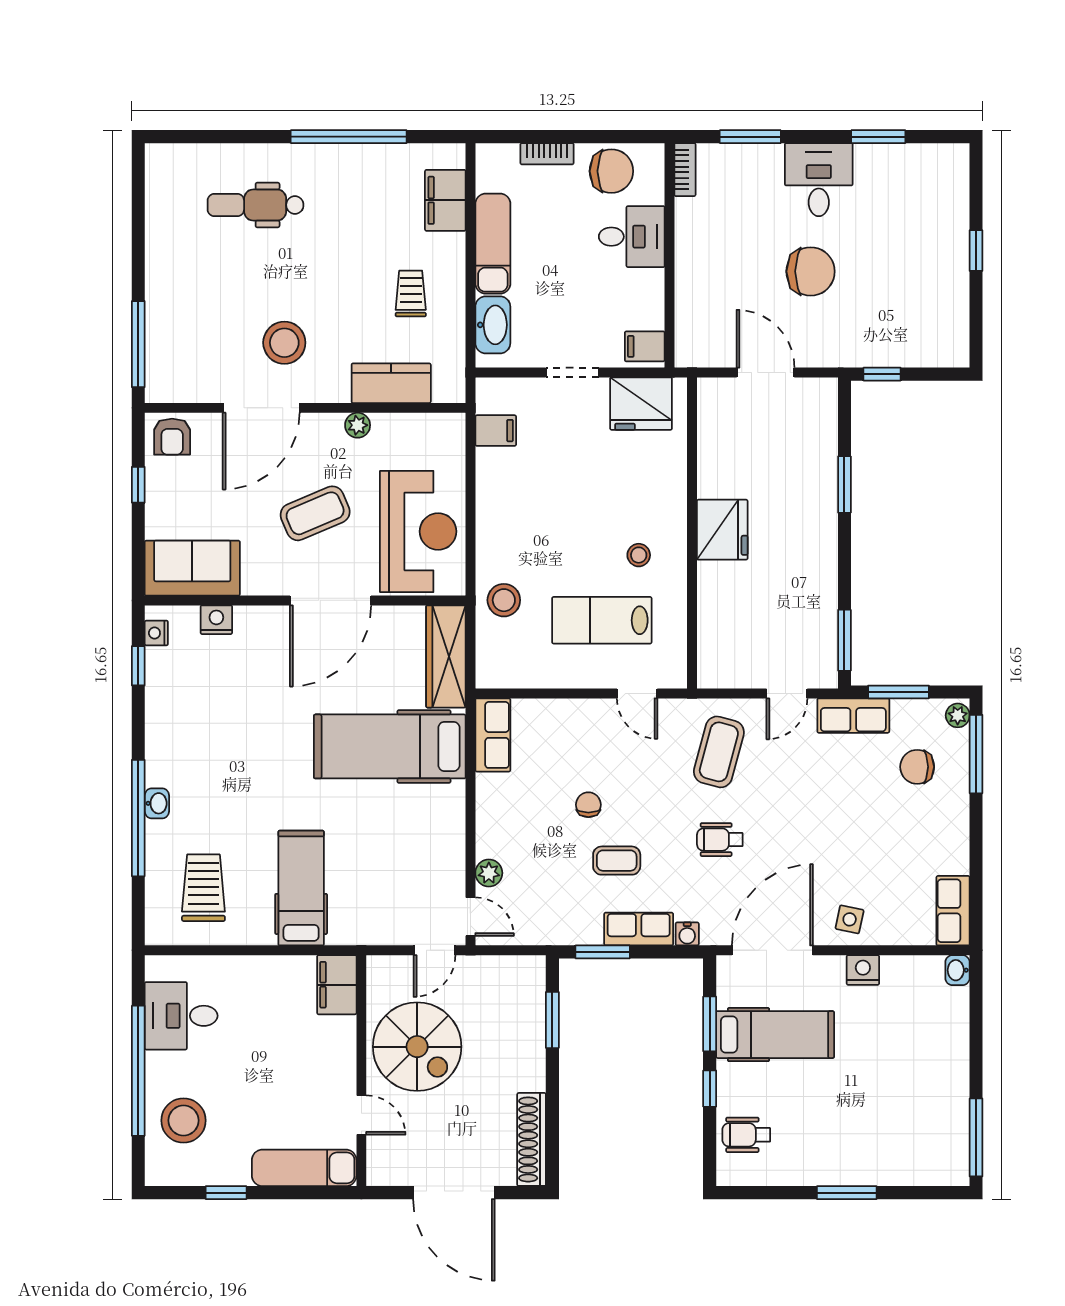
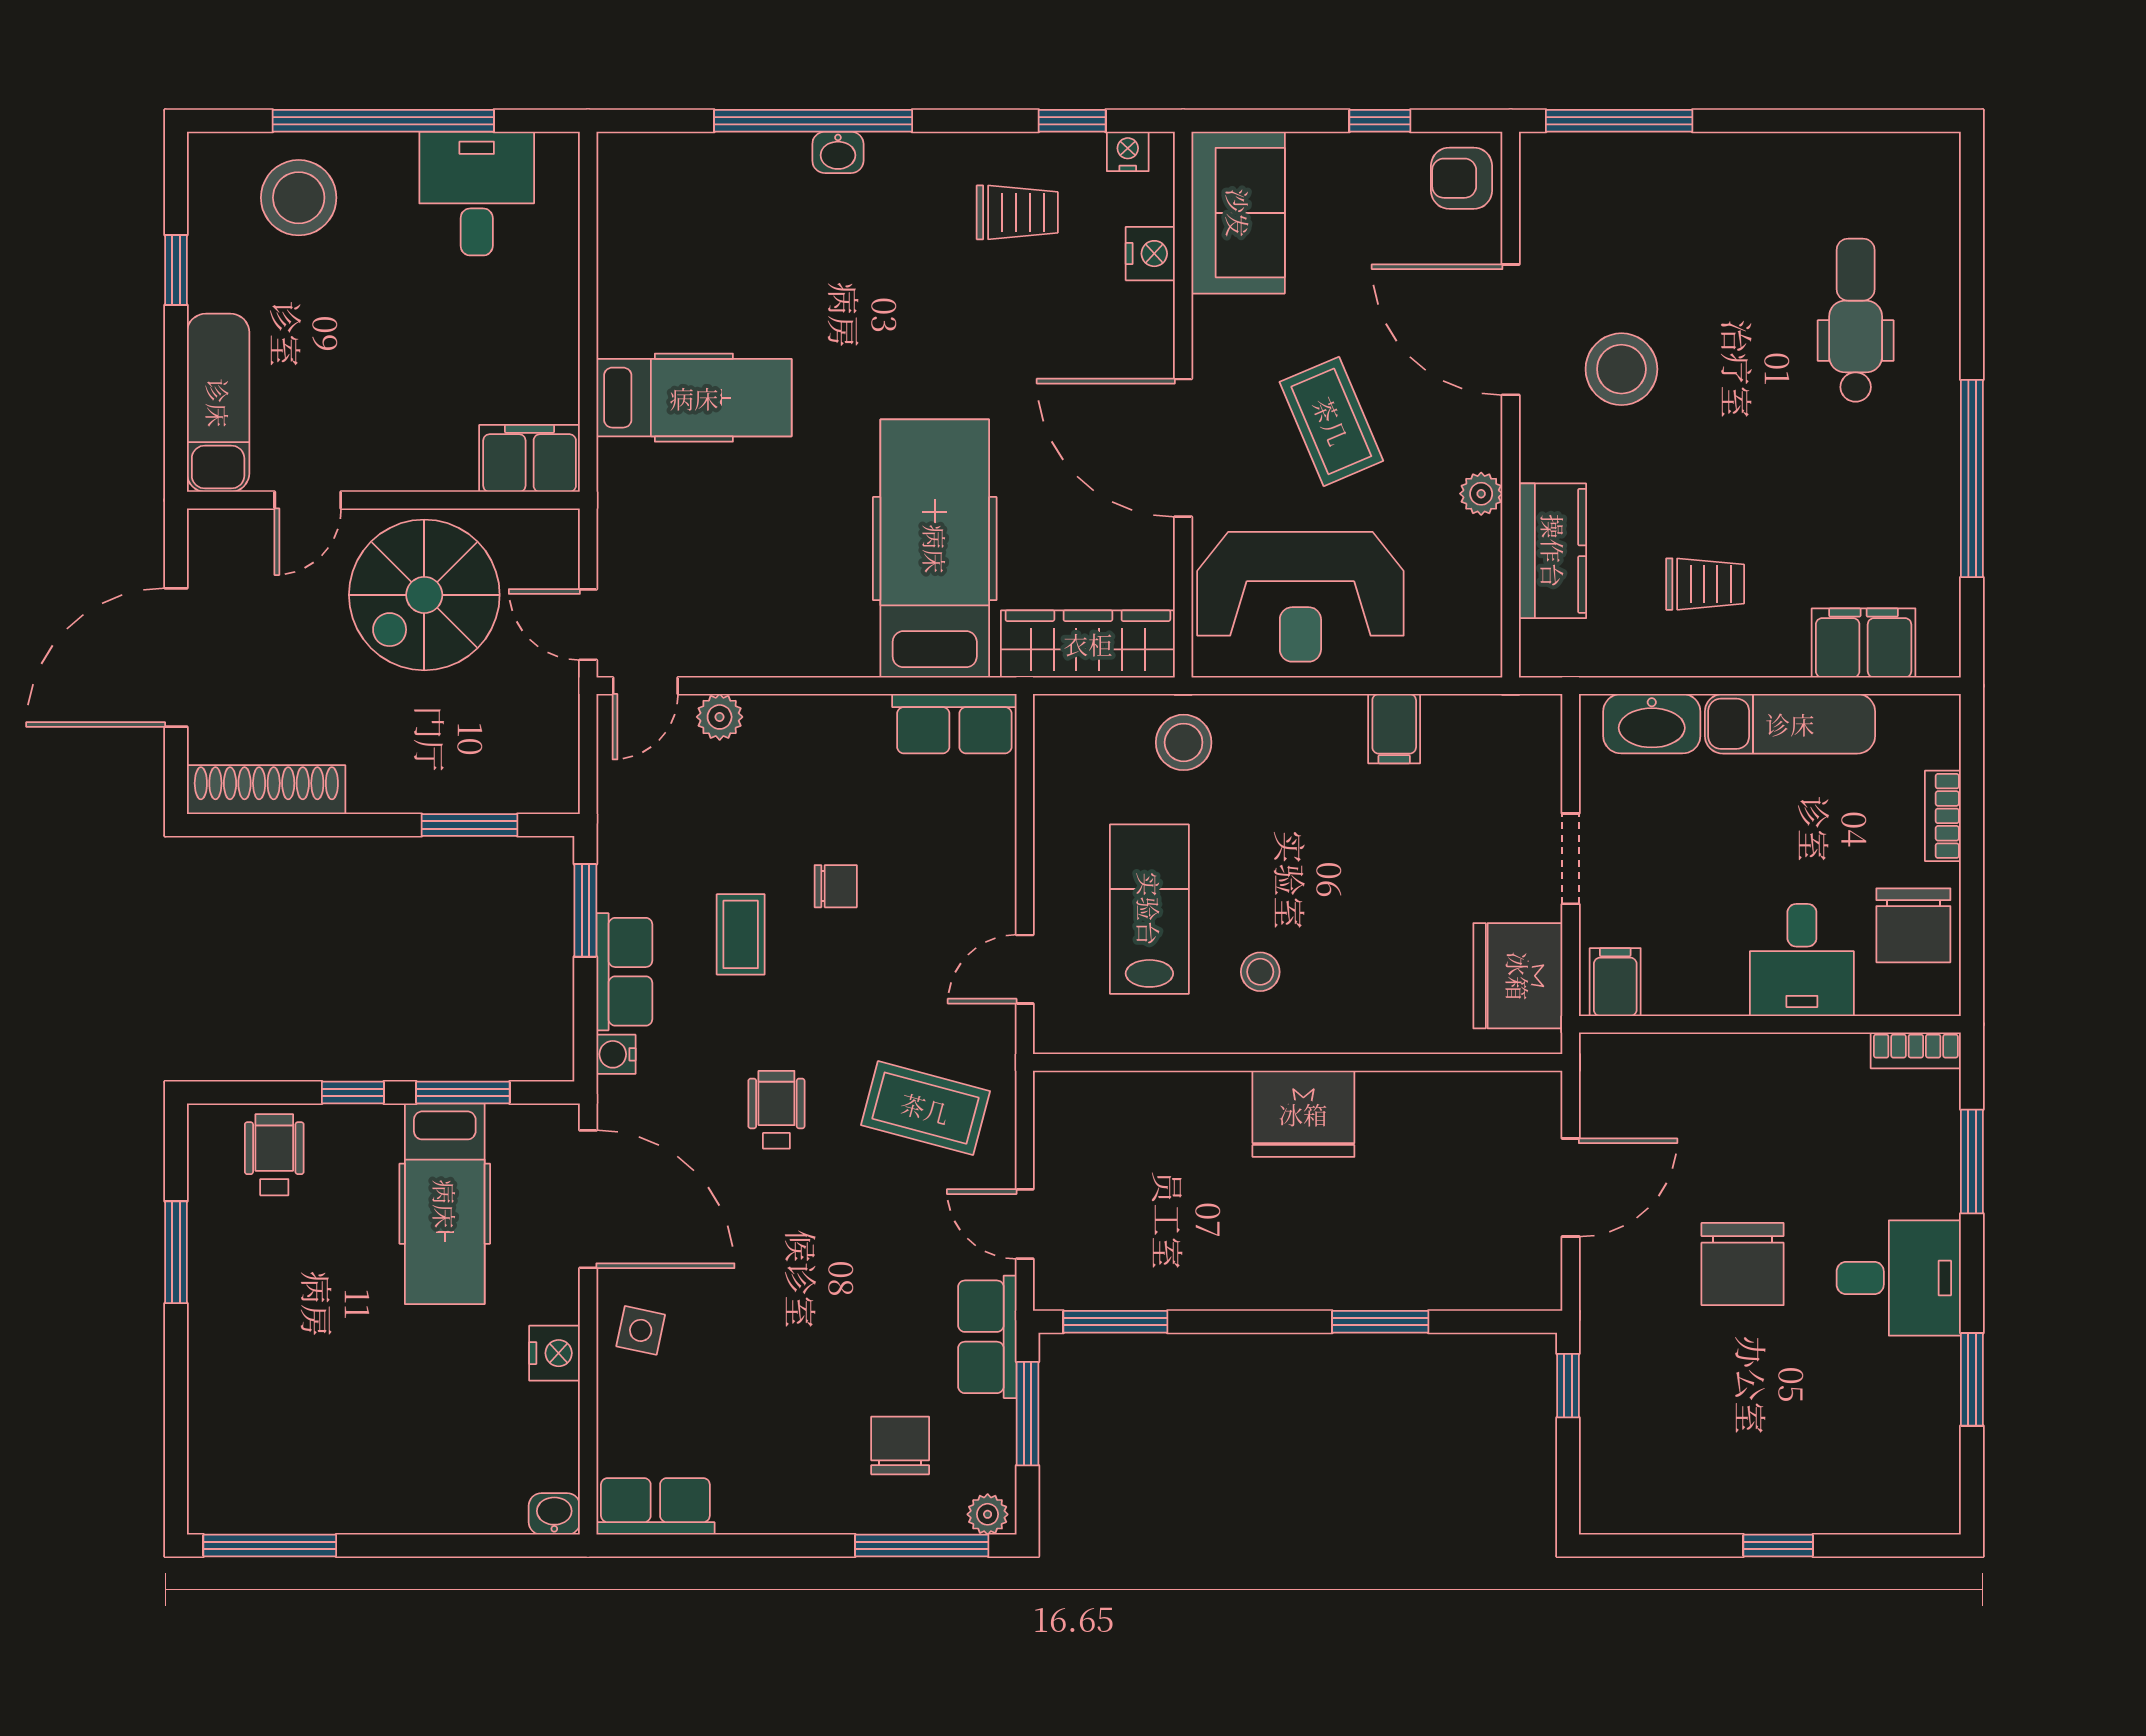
filing cabinet: (496, 431) -> (1394, 729), moved
trolley: (203, 888) -> (1017, 212), moved, width x0.73, depth x0.72
window: (847, 1193) -> (176, 1252), moved

